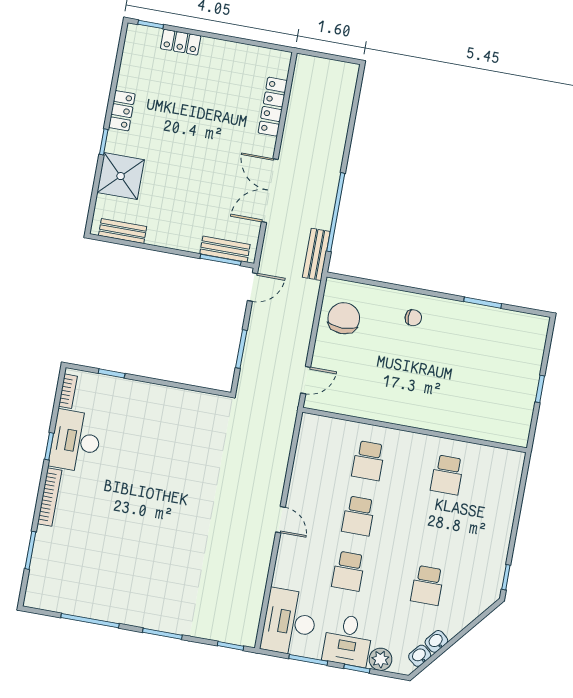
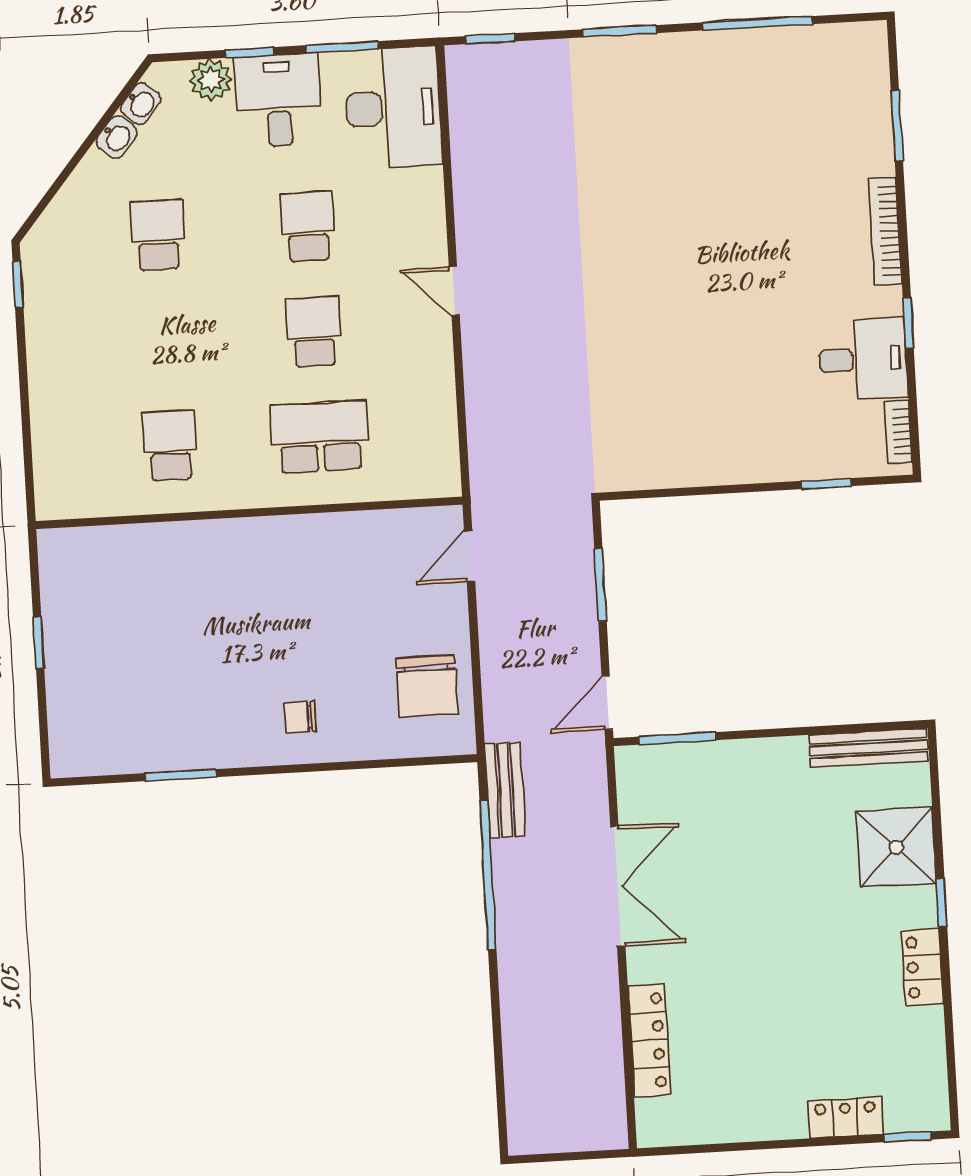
bench: (123, 231) -> (868, 748), width x1.36
bench: (225, 249) -> (674, 760), removed
desk: (76, 441) -> (863, 359), width x0.73
school desk: (368, 461) -> (320, 437), width x1.85

